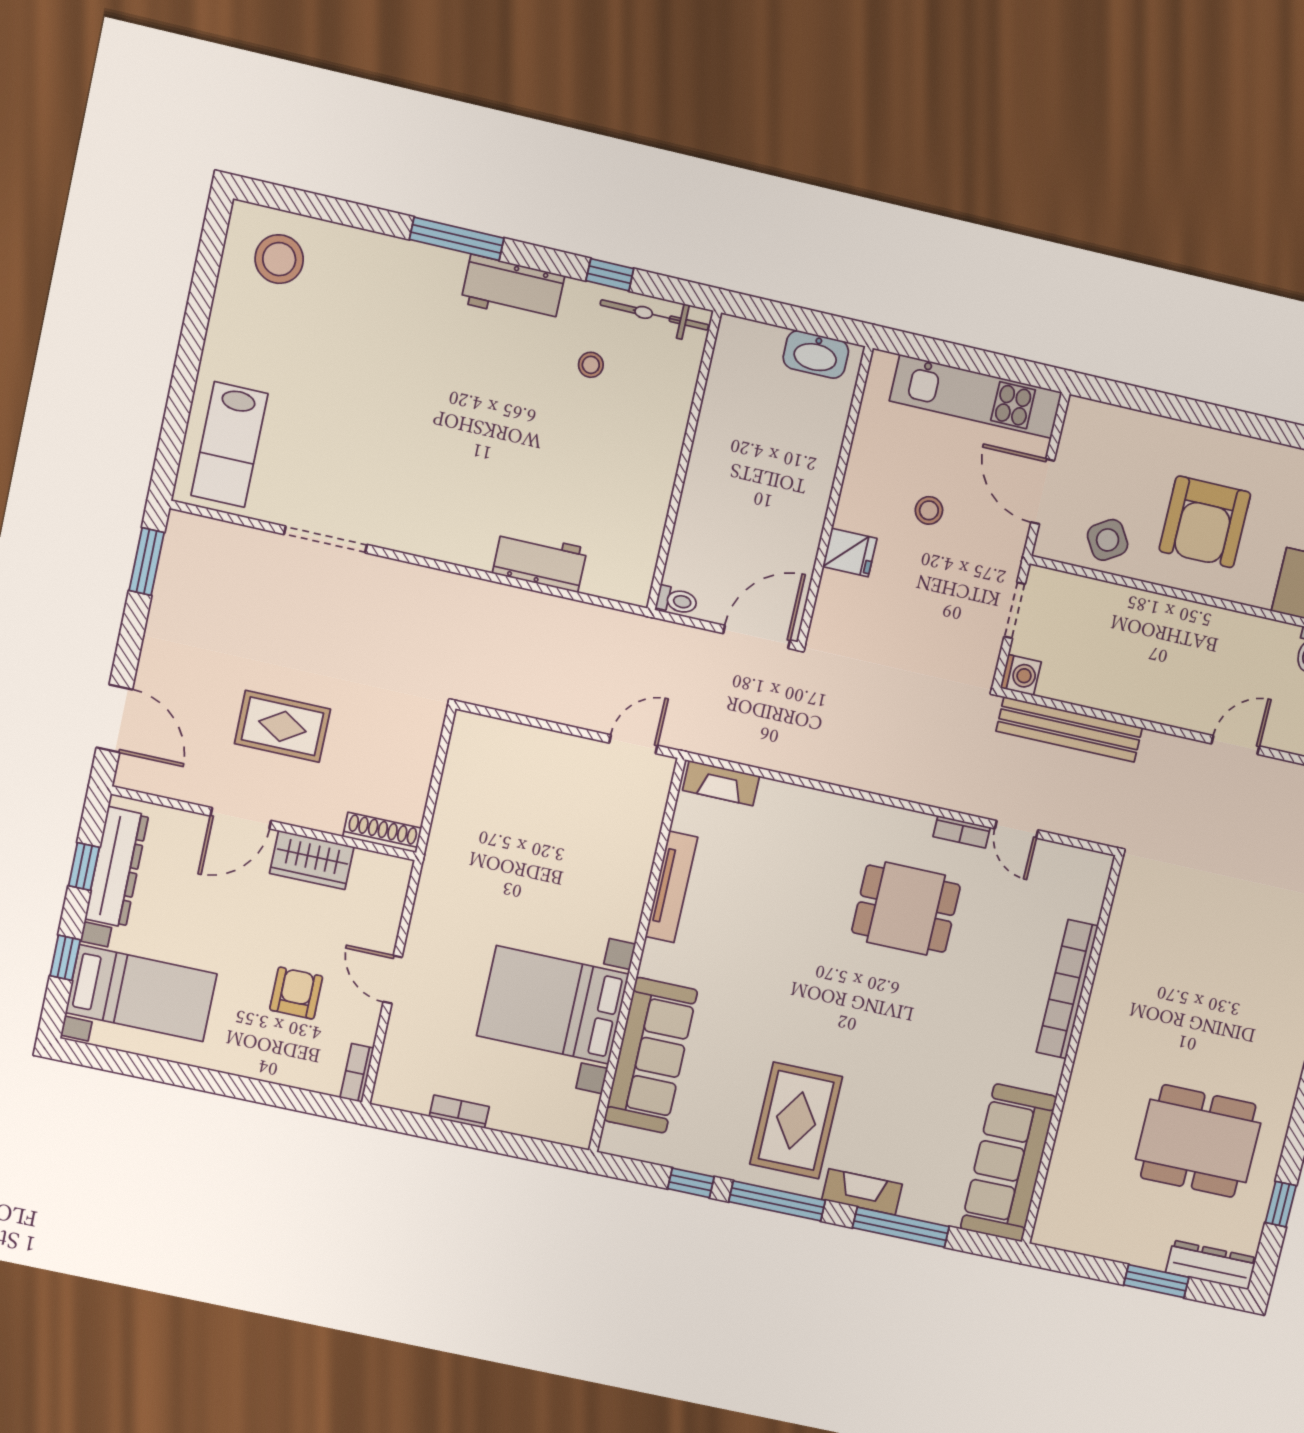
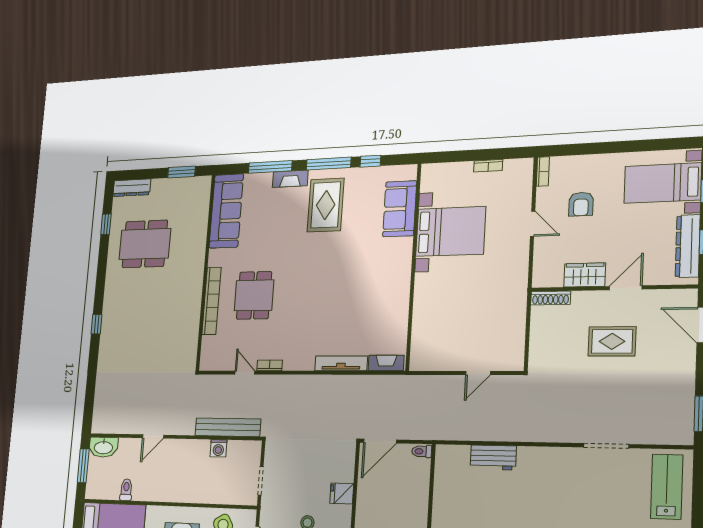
washing machine: (1021, 675) -> (218, 448), moved, turned -90
door: (633, 744) -> (478, 373), moved
tv unit: (671, 887) -> (341, 363), moved, turned 90
dining table: (906, 909) -> (254, 295), moved, turned 90
sofa: (651, 1055) -> (400, 209), width x0.73
window: (1156, 1281) -> (182, 172), moved

